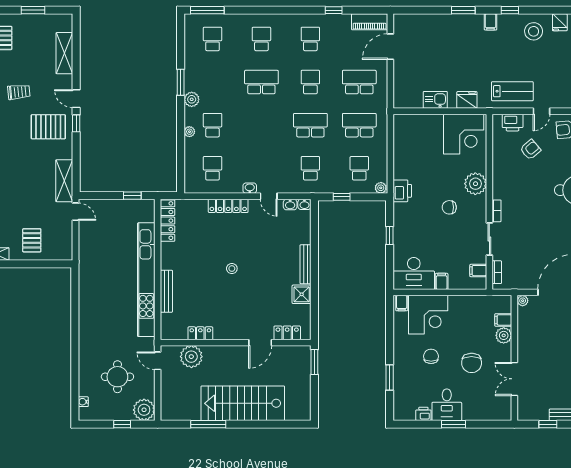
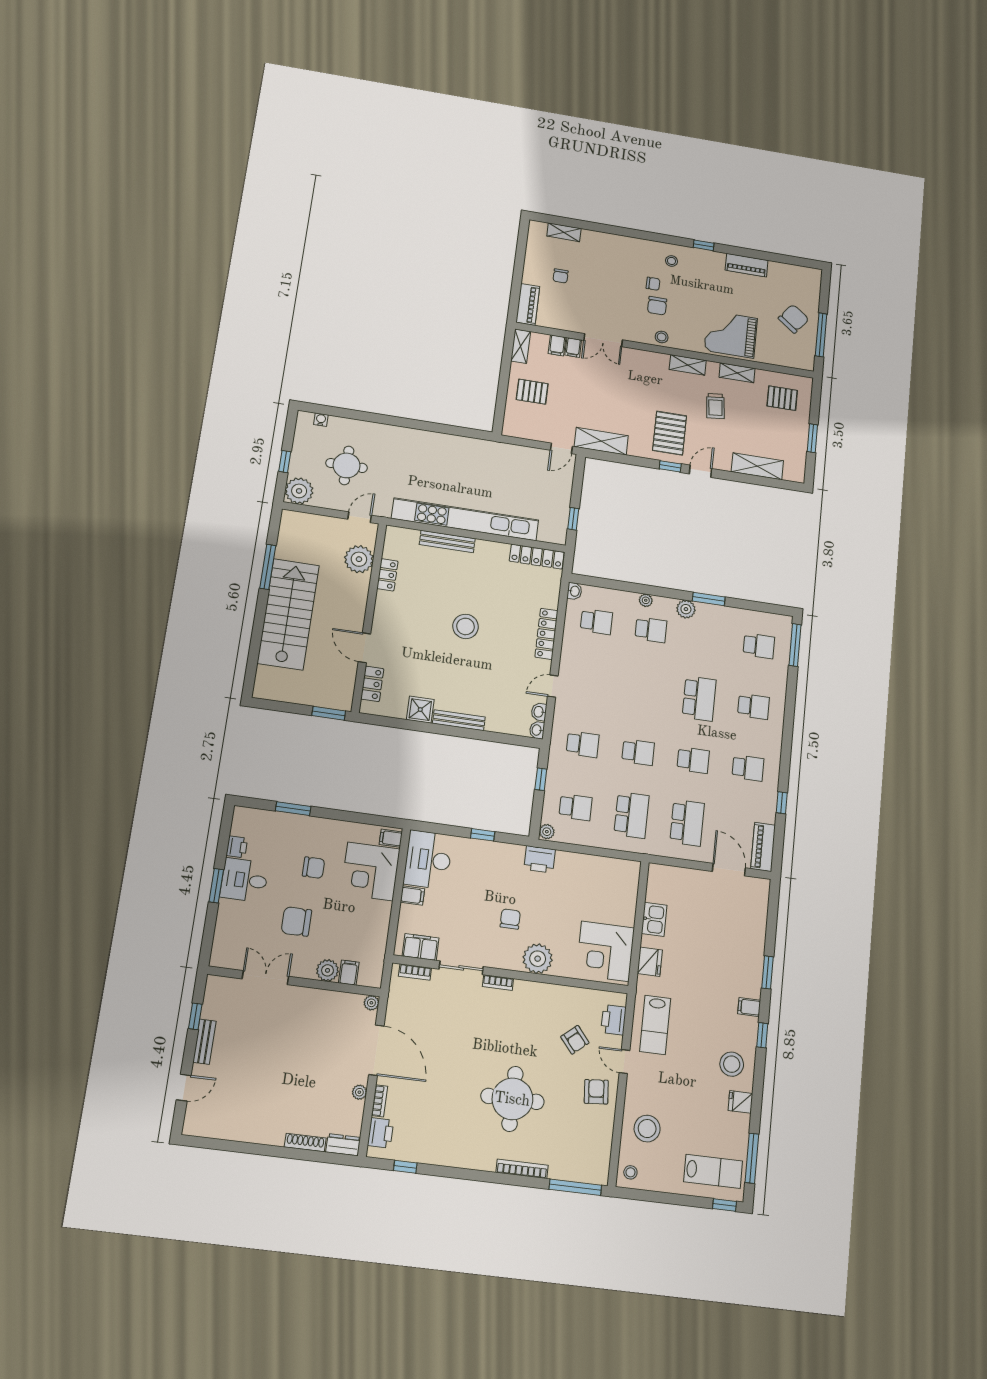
school desk: (310, 125) -> (638, 752), width x0.54
washbasin: (250, 188) -> (574, 591), moved
stool: (232, 269) -> (465, 626), width x1.89, depth x1.89
filing cabinet: (478, 271) -> (421, 947), width x2.00

